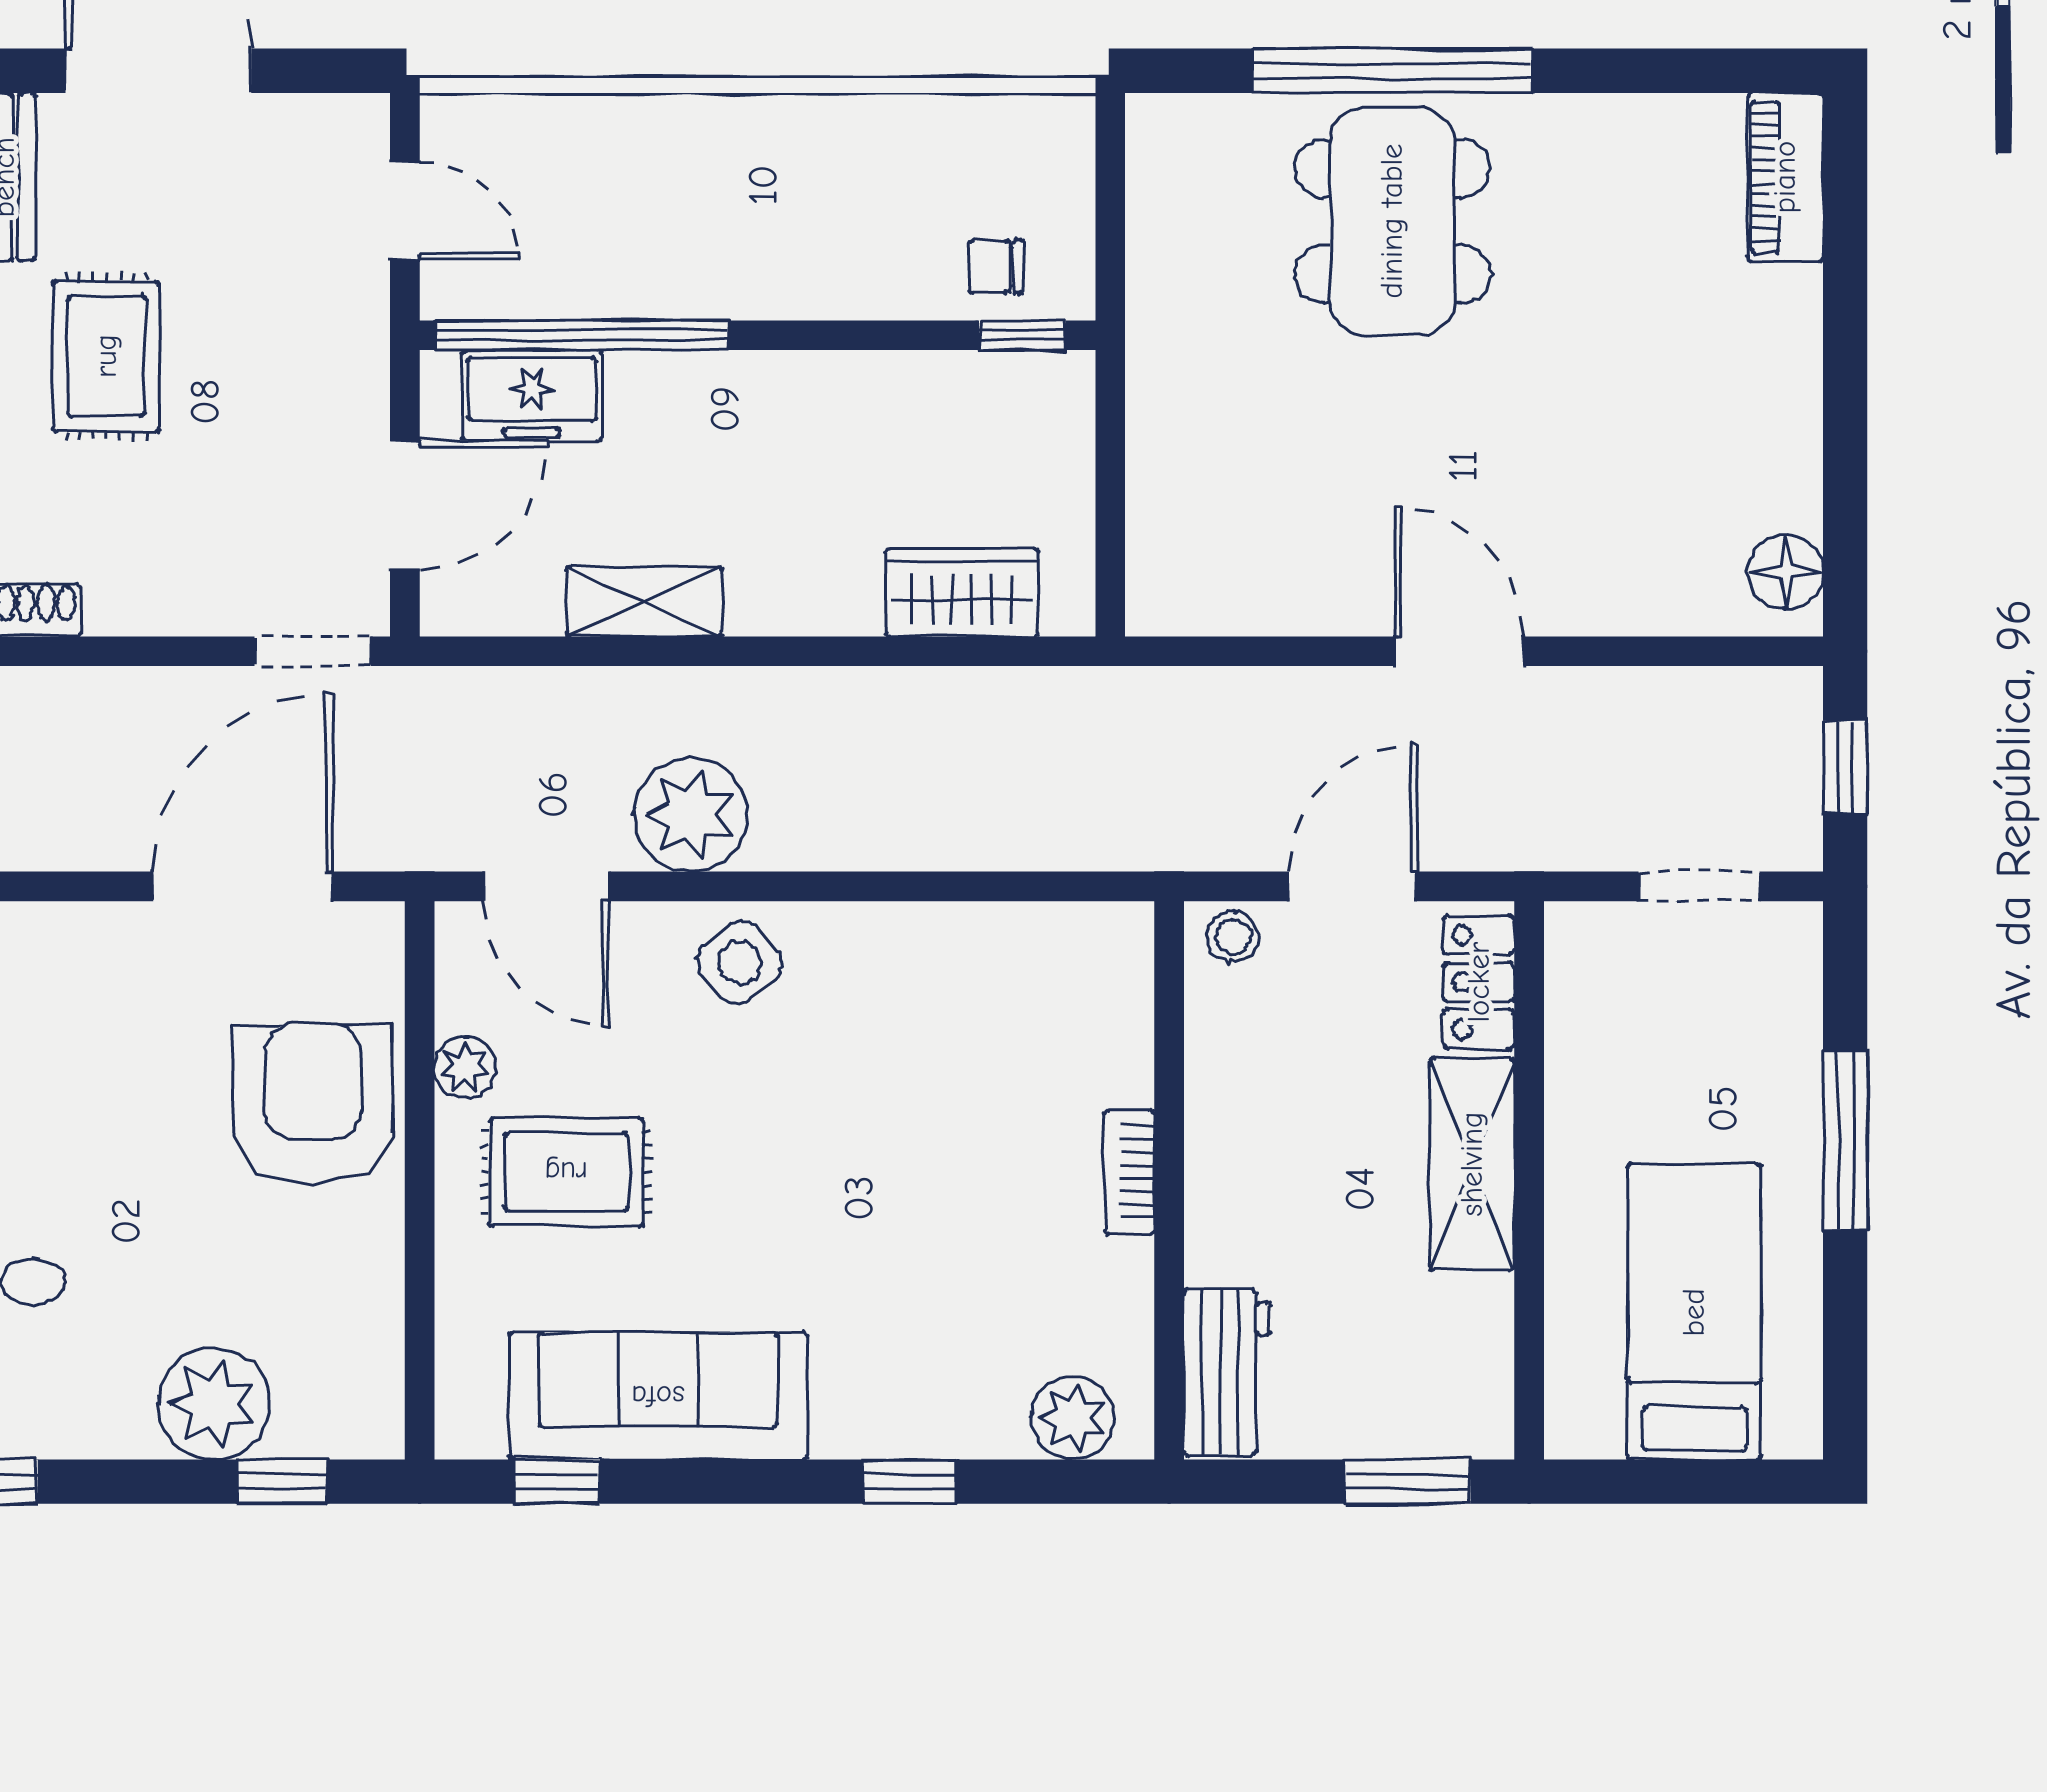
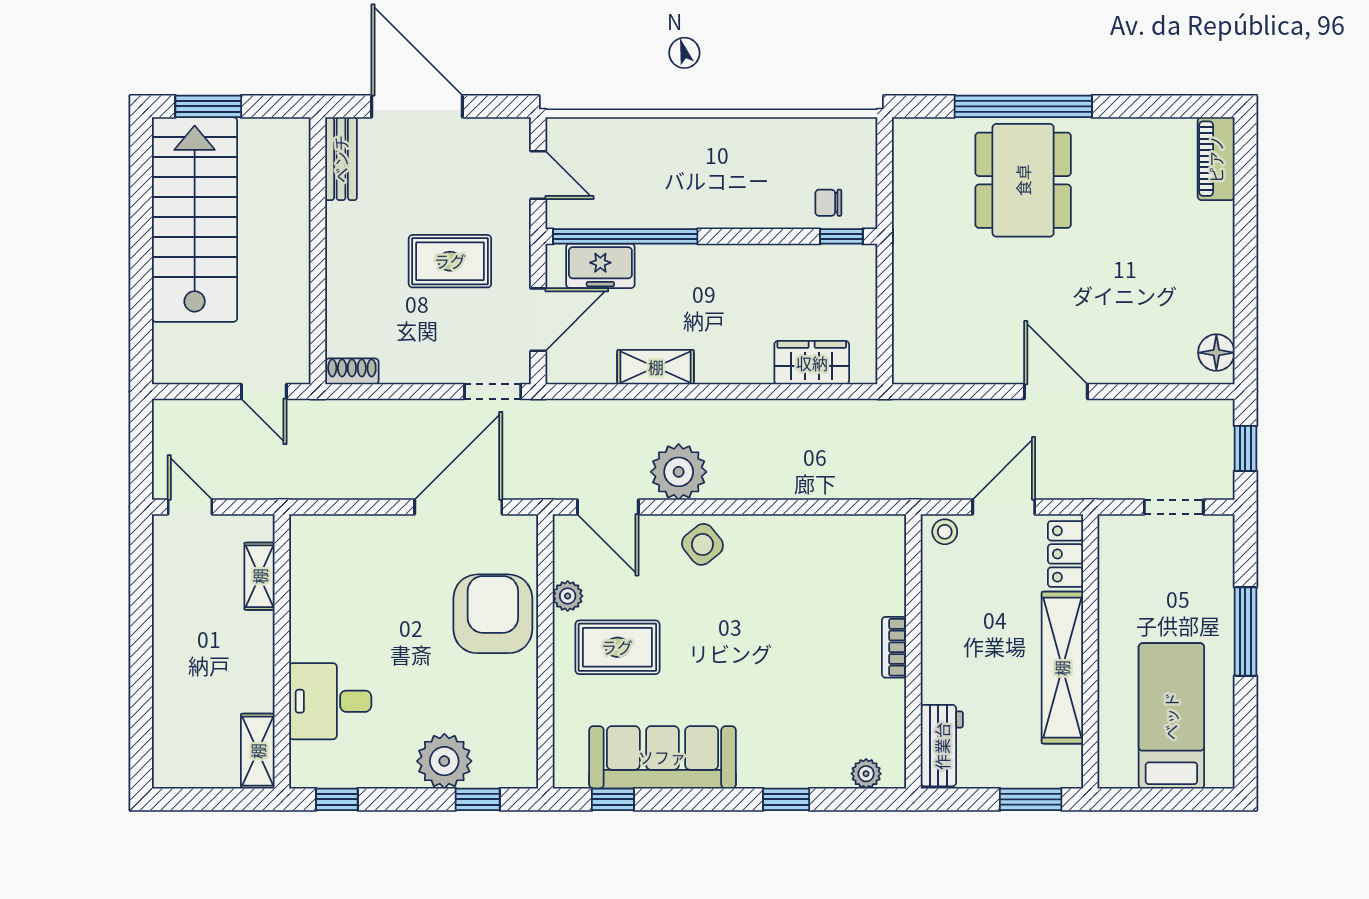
rug: (106, 356) -> (450, 261), moved, turned 90
shelving: (1472, 1164) -> (1062, 668), width x1.47
plant: (1073, 1418) -> (866, 774), width x0.73, depth x0.73

